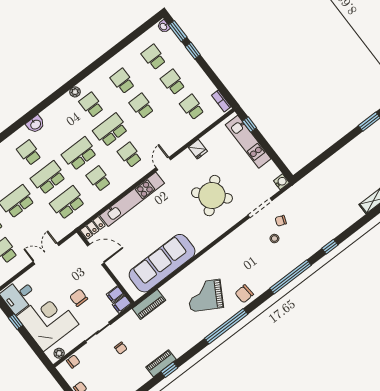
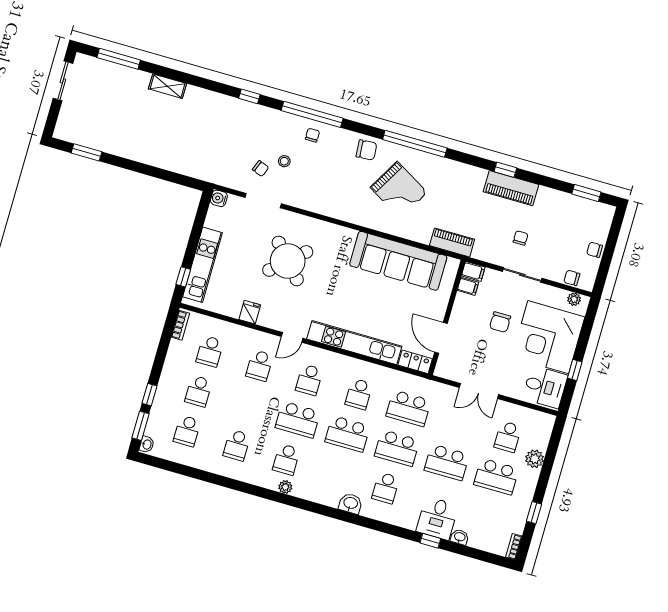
school desk: (142, 106) -> (260, 366), moved
chair: (278, 268) -> (312, 135), added
piano: (161, 363) -> (511, 188), width x1.37, depth x1.33

